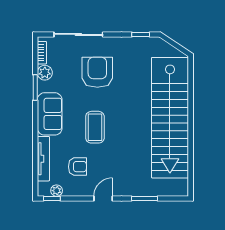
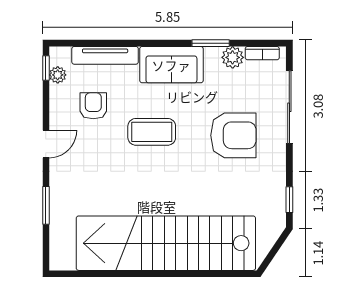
armchair: (77, 167) -> (93, 106), turned 180
door: (103, 198) -> (46, 144), hinge flipped

